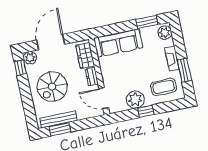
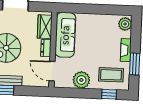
window: (147, 22) -> (111, 10), removed
sofa: (118, 43) -> (65, 35), moved, turned -90
window: (146, 111) -> (109, 94), moved

